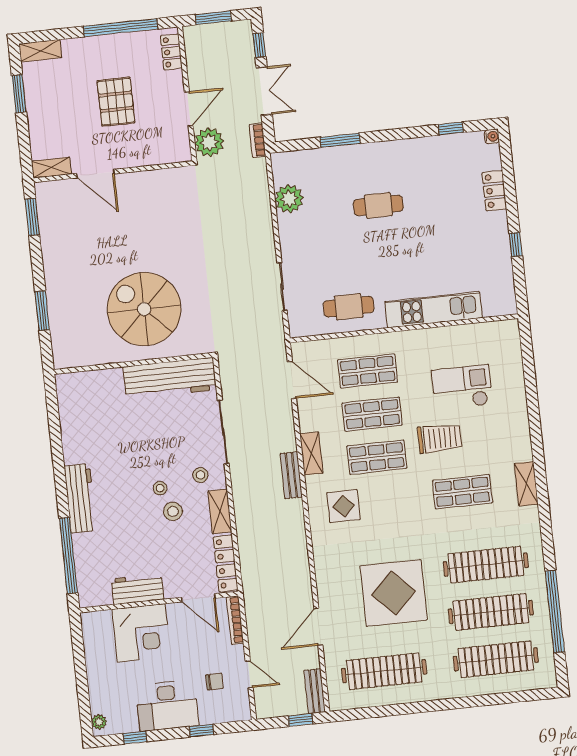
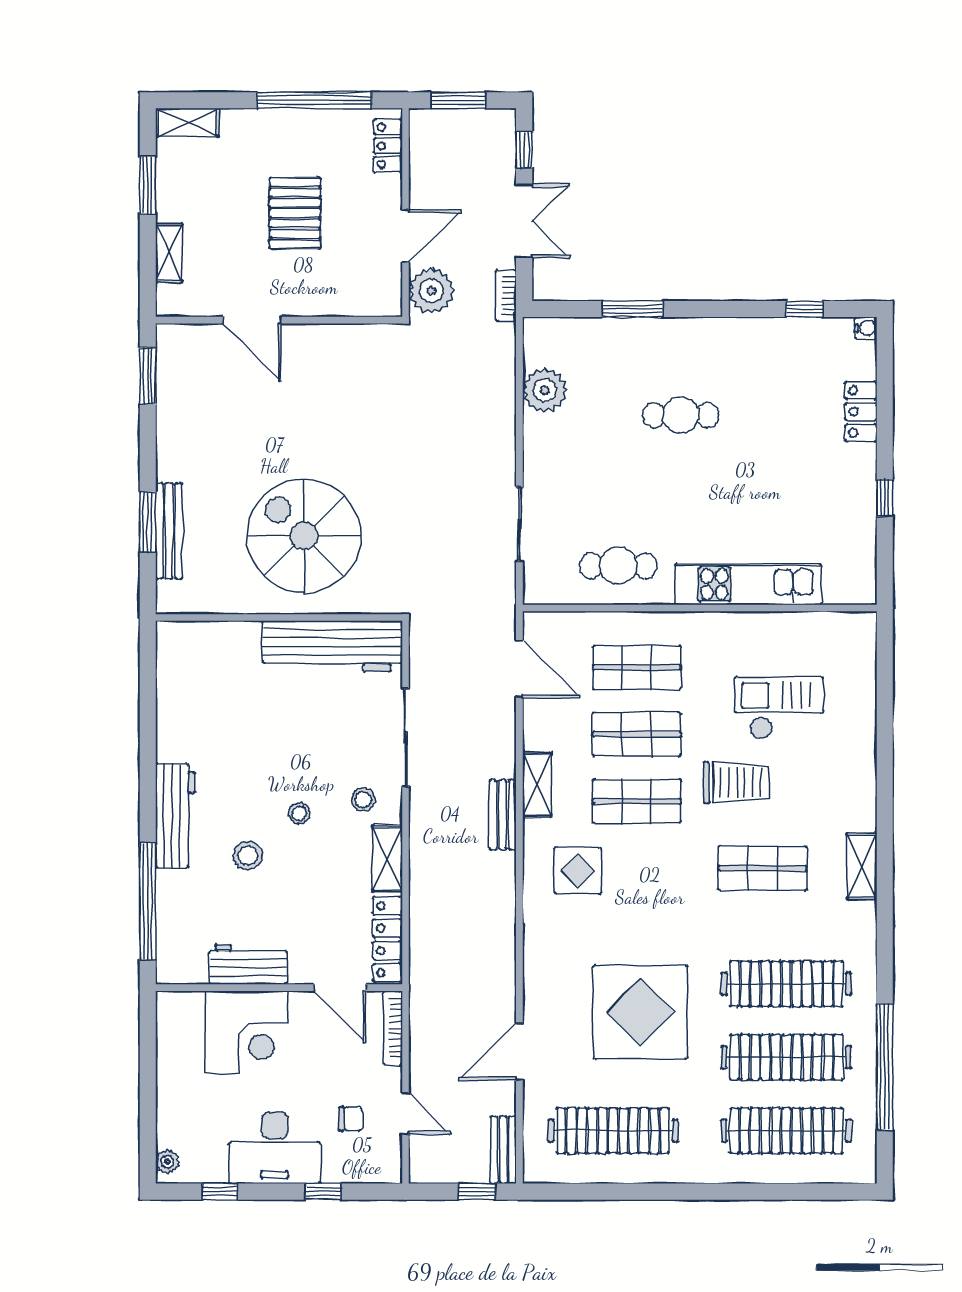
shelving: (51, 168) -> (169, 253), moved, turned 90
bench: (57, 315) -> (169, 531), added
stool: (173, 511) -> (248, 855), moved

